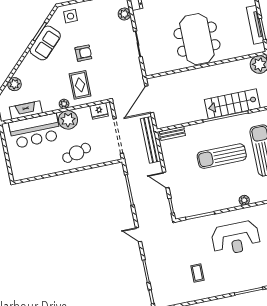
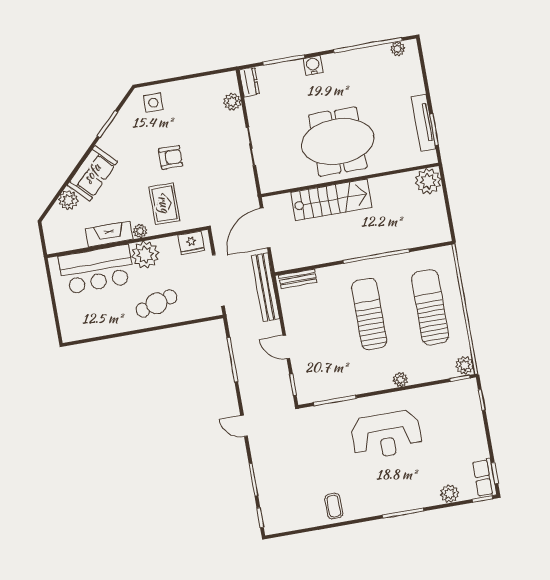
meeting table: (197, 39) -> (338, 142), turned 90
sofa: (45, 43) -> (92, 173), moved
stairs: (232, 104) -> (331, 200), moved, turned 180
fireplace: (26, 110) -> (109, 234), moved
sun lounger: (222, 156) -> (369, 314), turned 90
coffee table: (197, 273) -> (334, 506), moved

